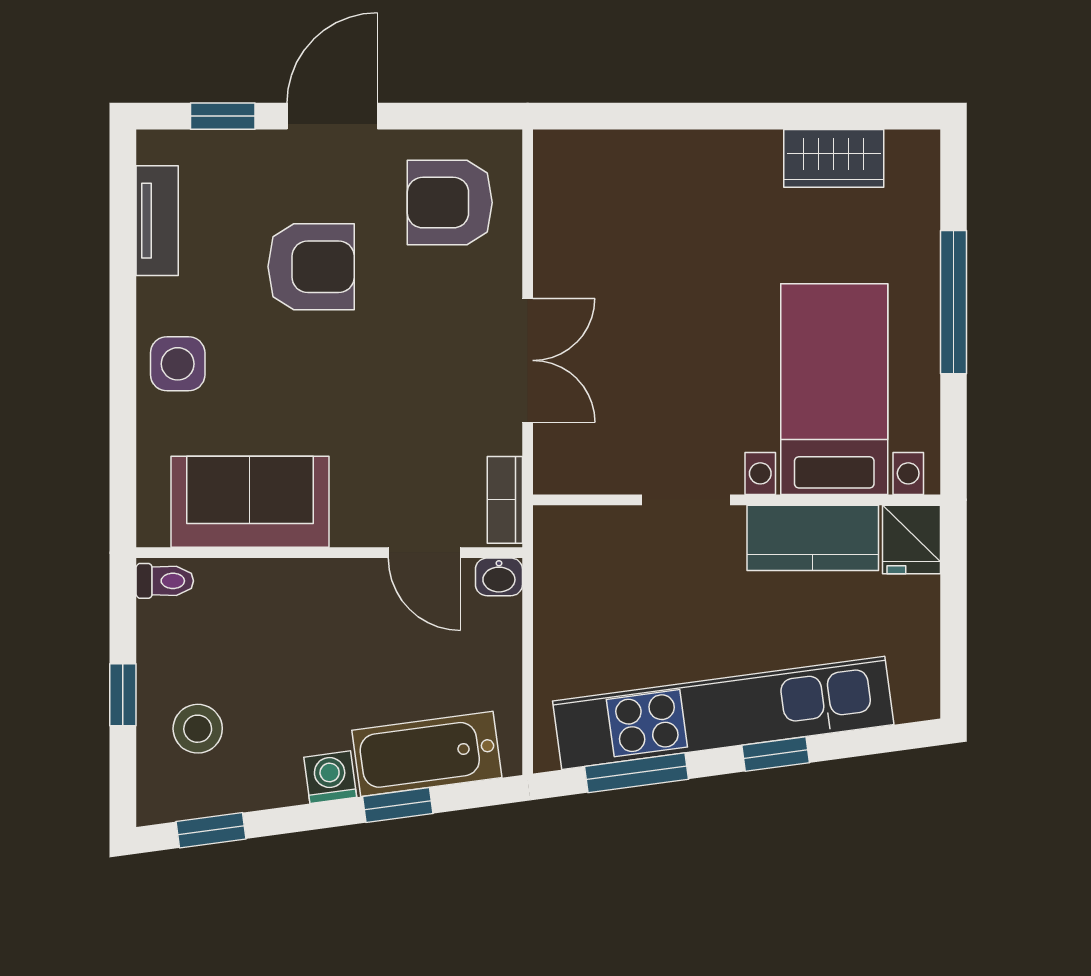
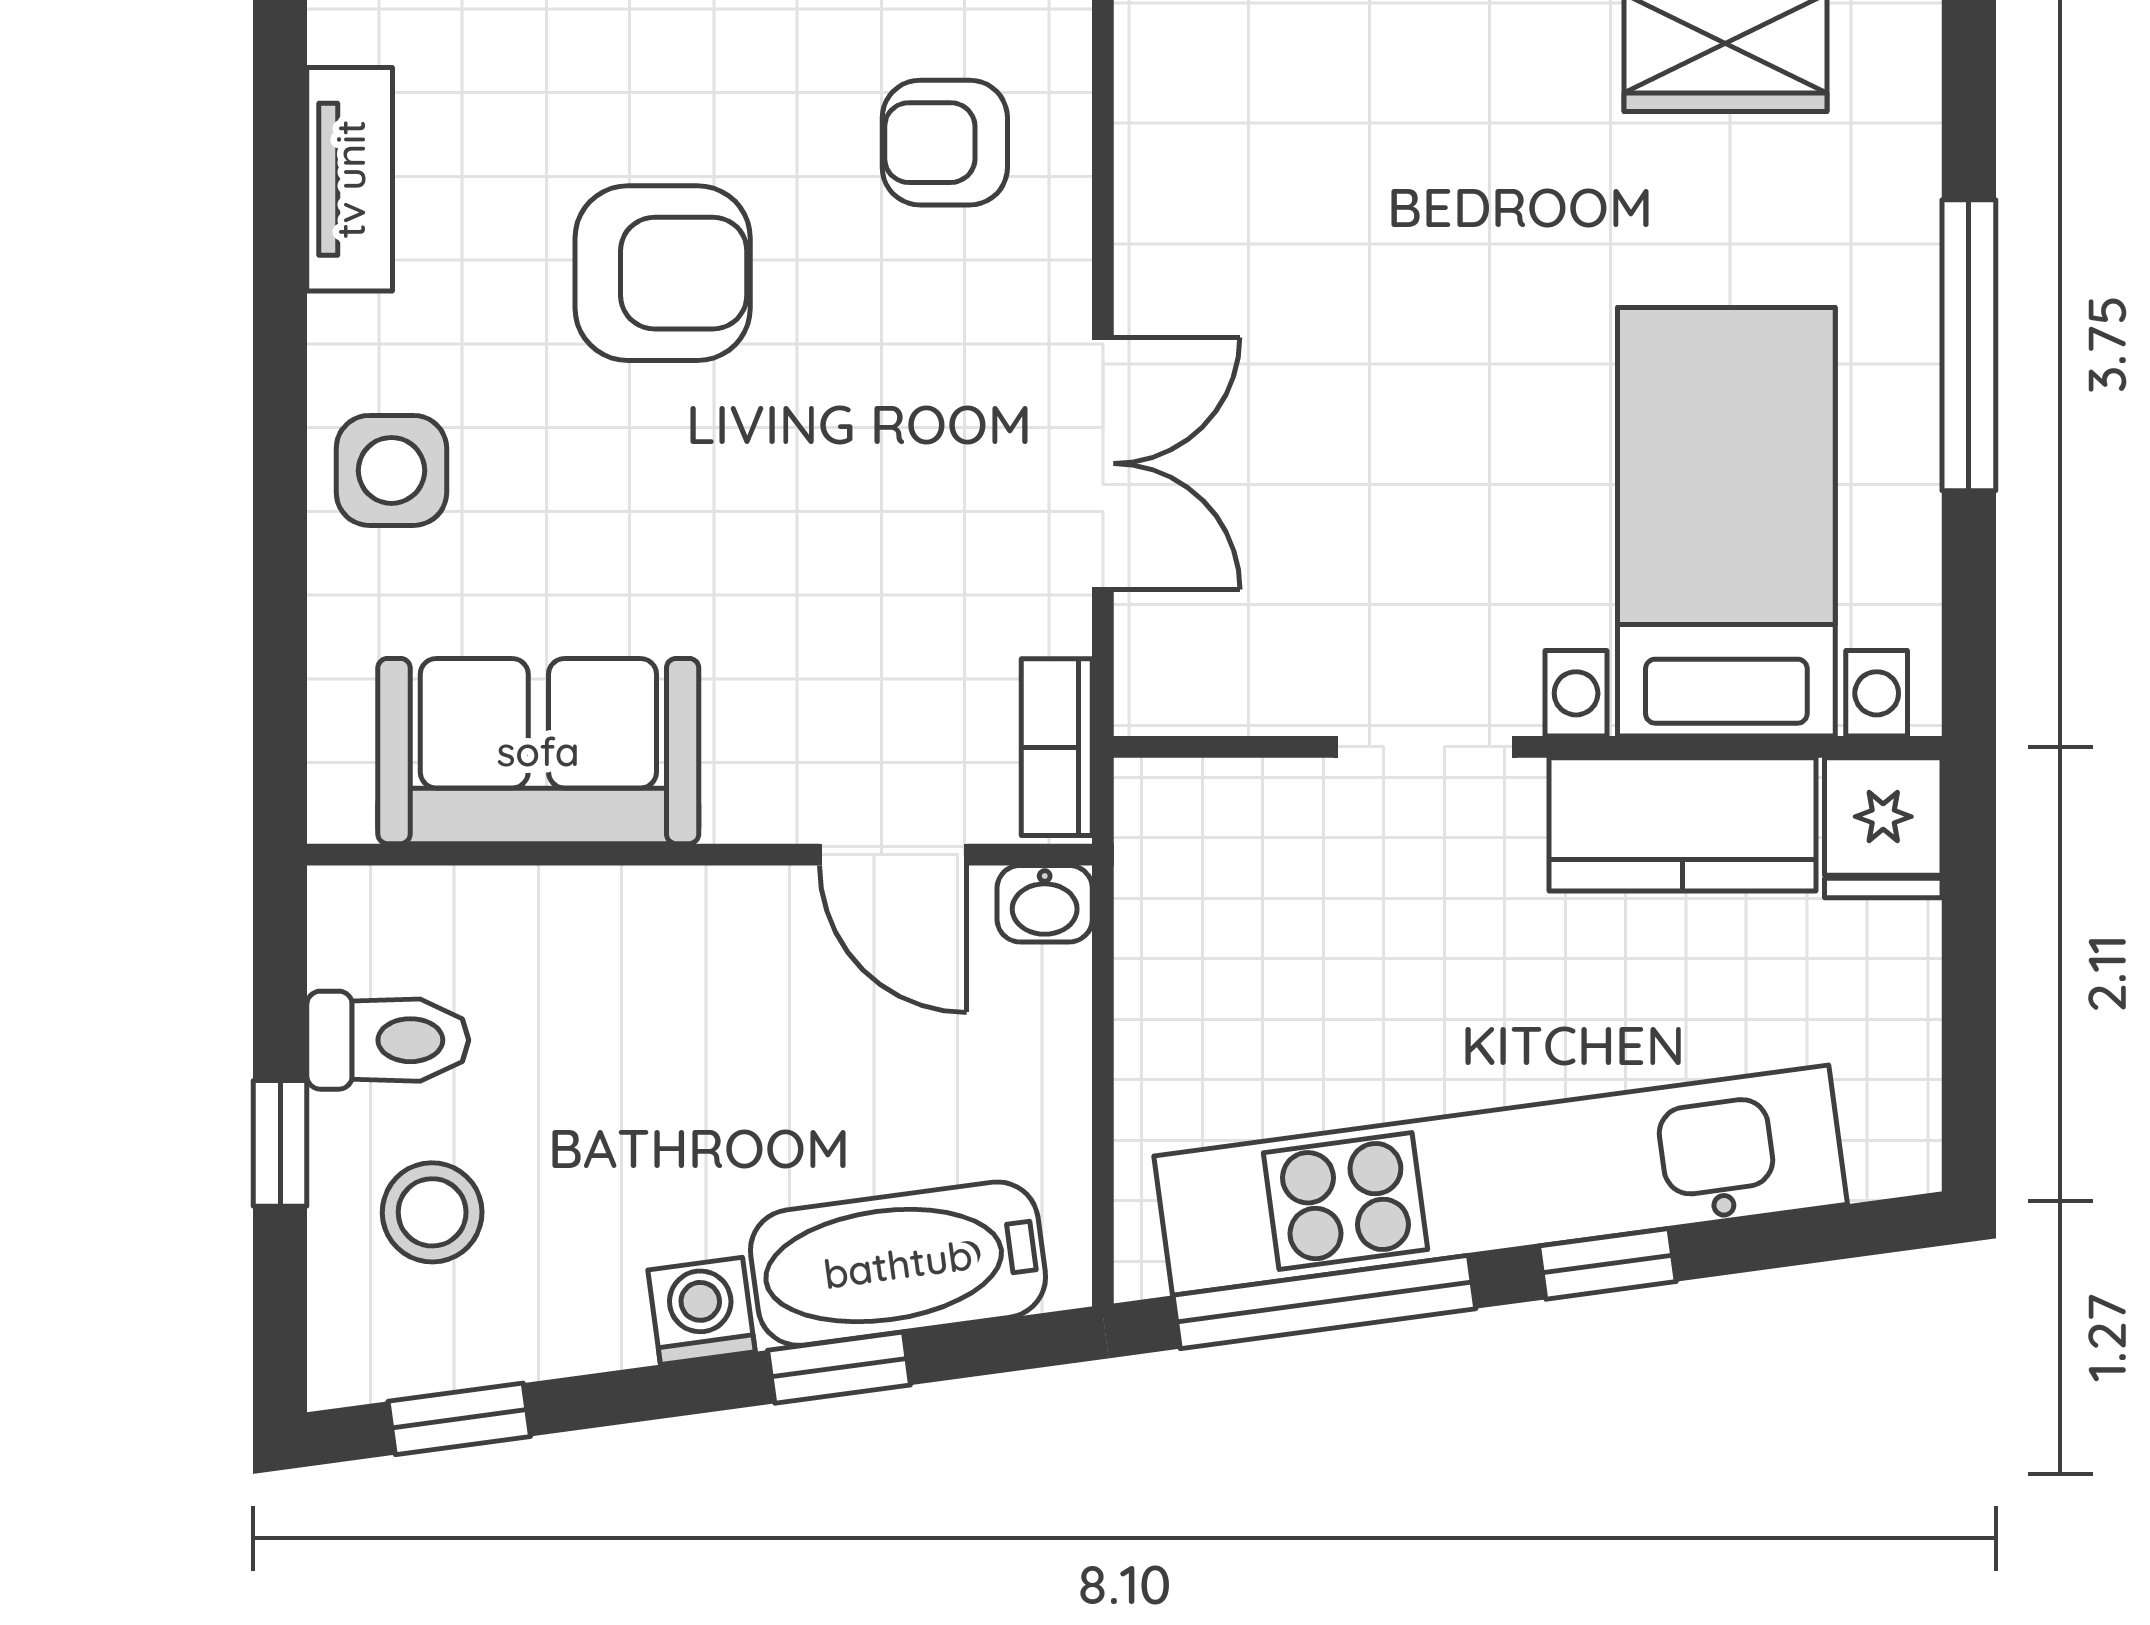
armchair: (450, 203) -> (945, 143), width x0.72, depth x0.72
toilet: (165, 581) -> (388, 1040), moved, width x1.37, depth x1.39
window: (636, 773) -> (1324, 1302), width x1.44

